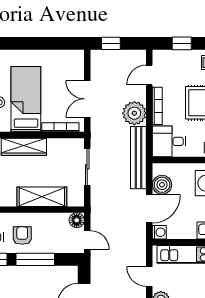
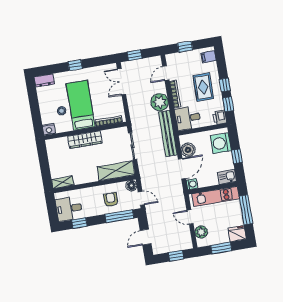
window: (28, 43) -> (75, 65), added
double door: (87, 99) -> (122, 82), moved
shelving: (42, 197) -> (116, 171), moved
armchair: (22, 236) -> (111, 200), moved
window: (35, 259) -> (119, 216), moved

